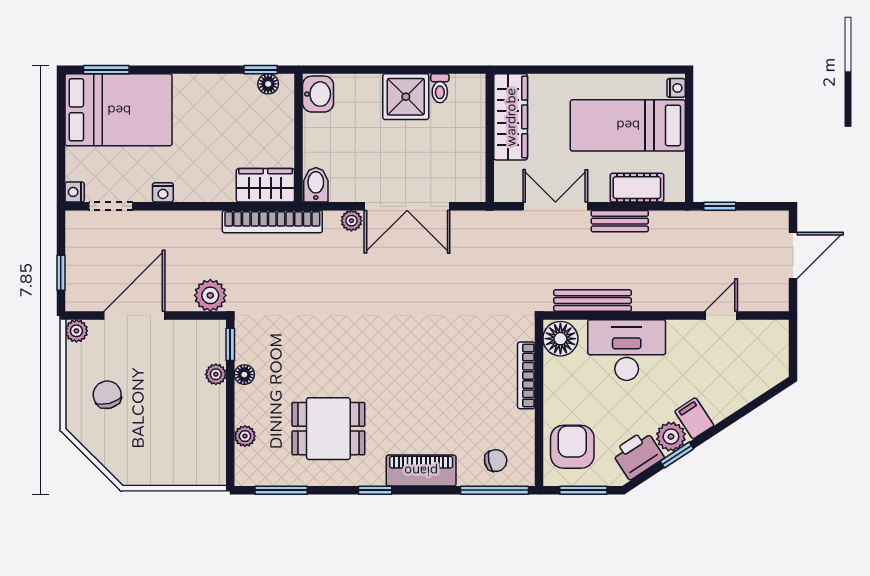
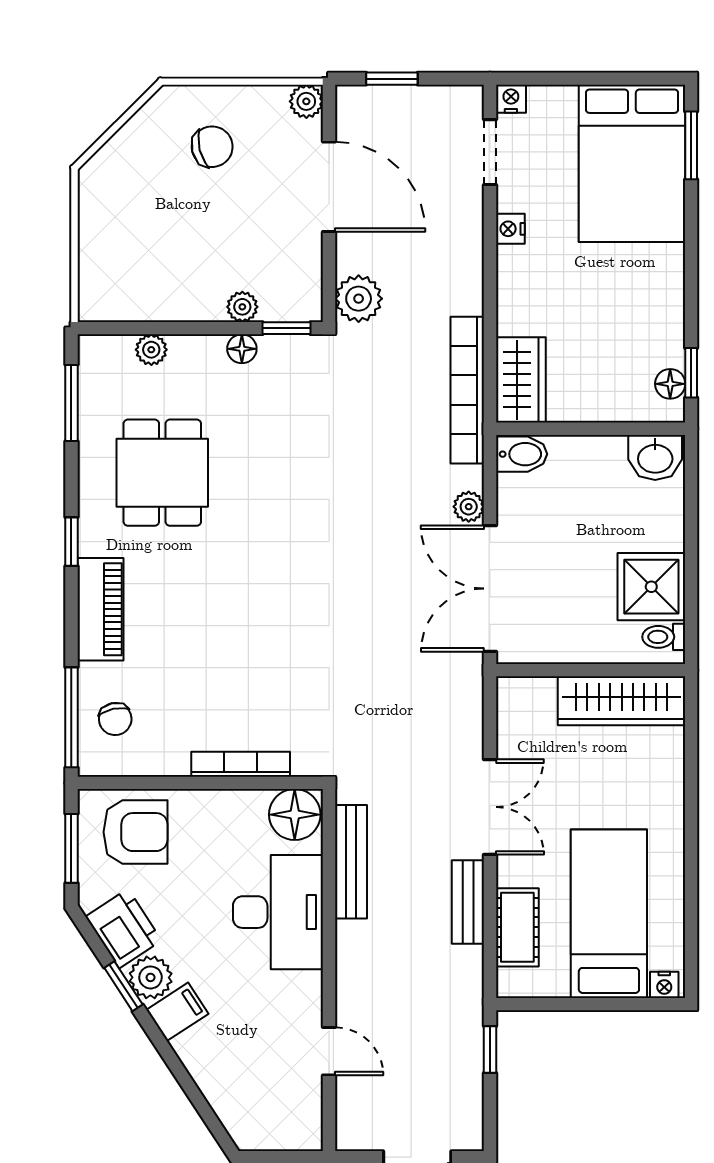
wardrobe: (511, 117) -> (622, 701), moved
wall: (490, 138) -> (591, 670), moved

